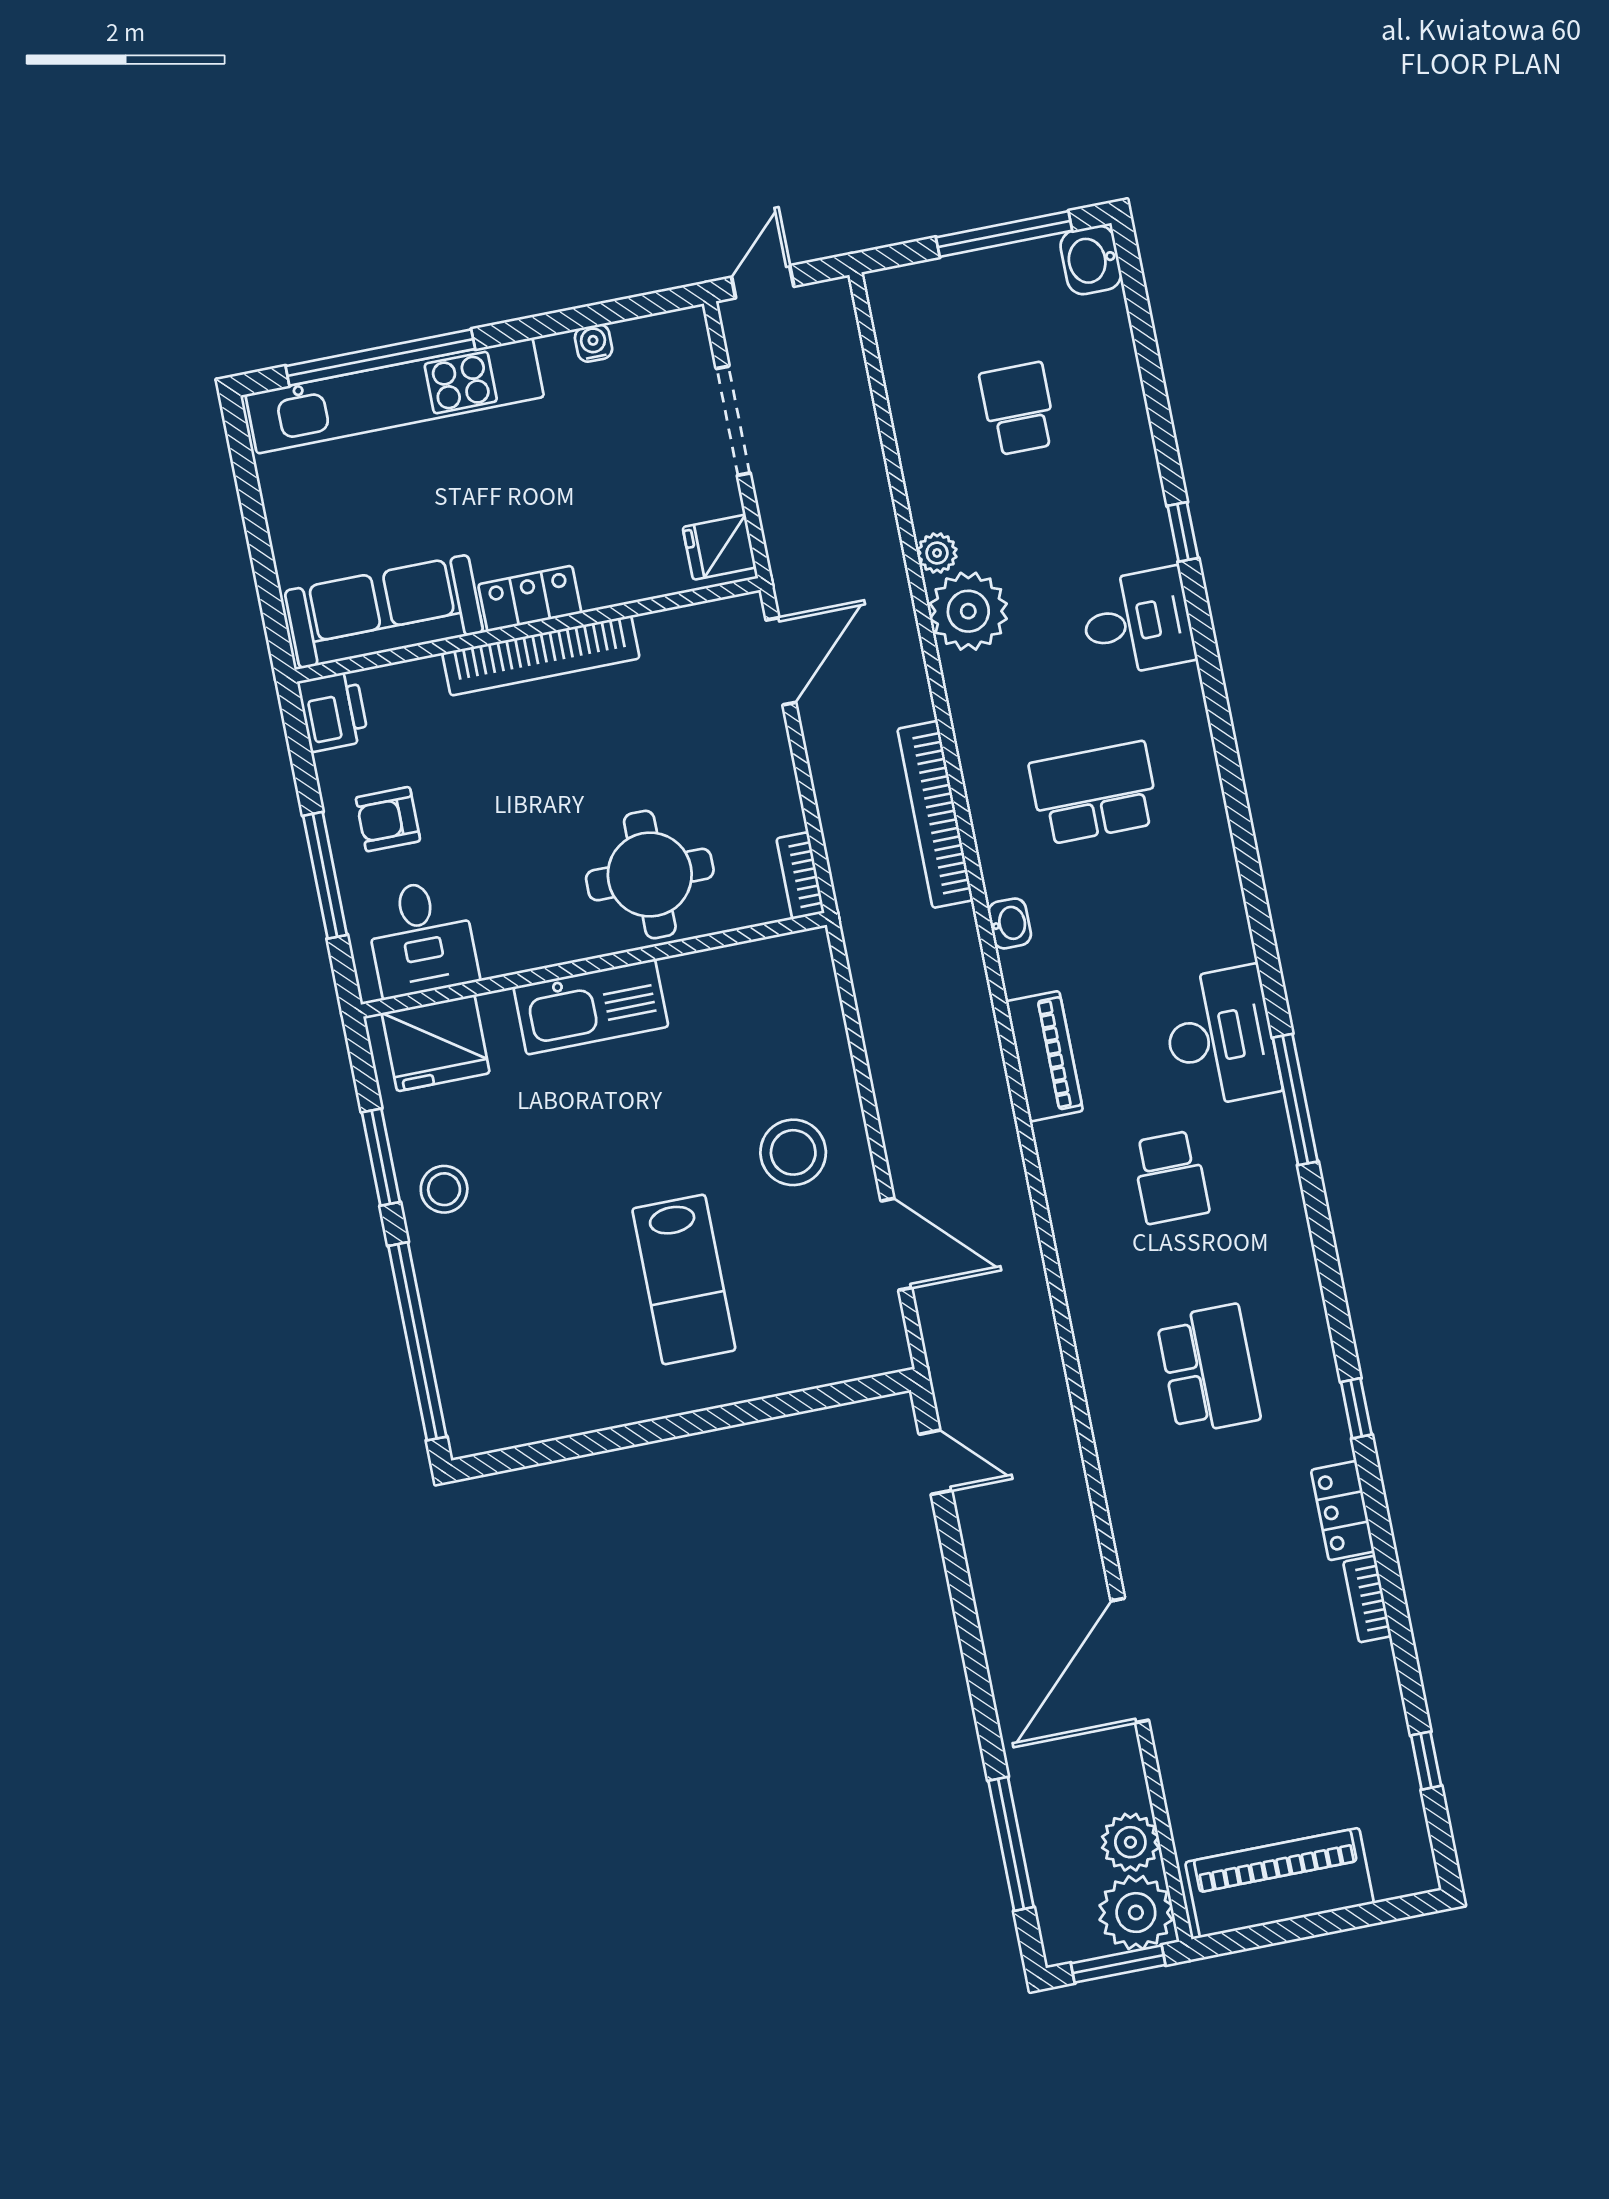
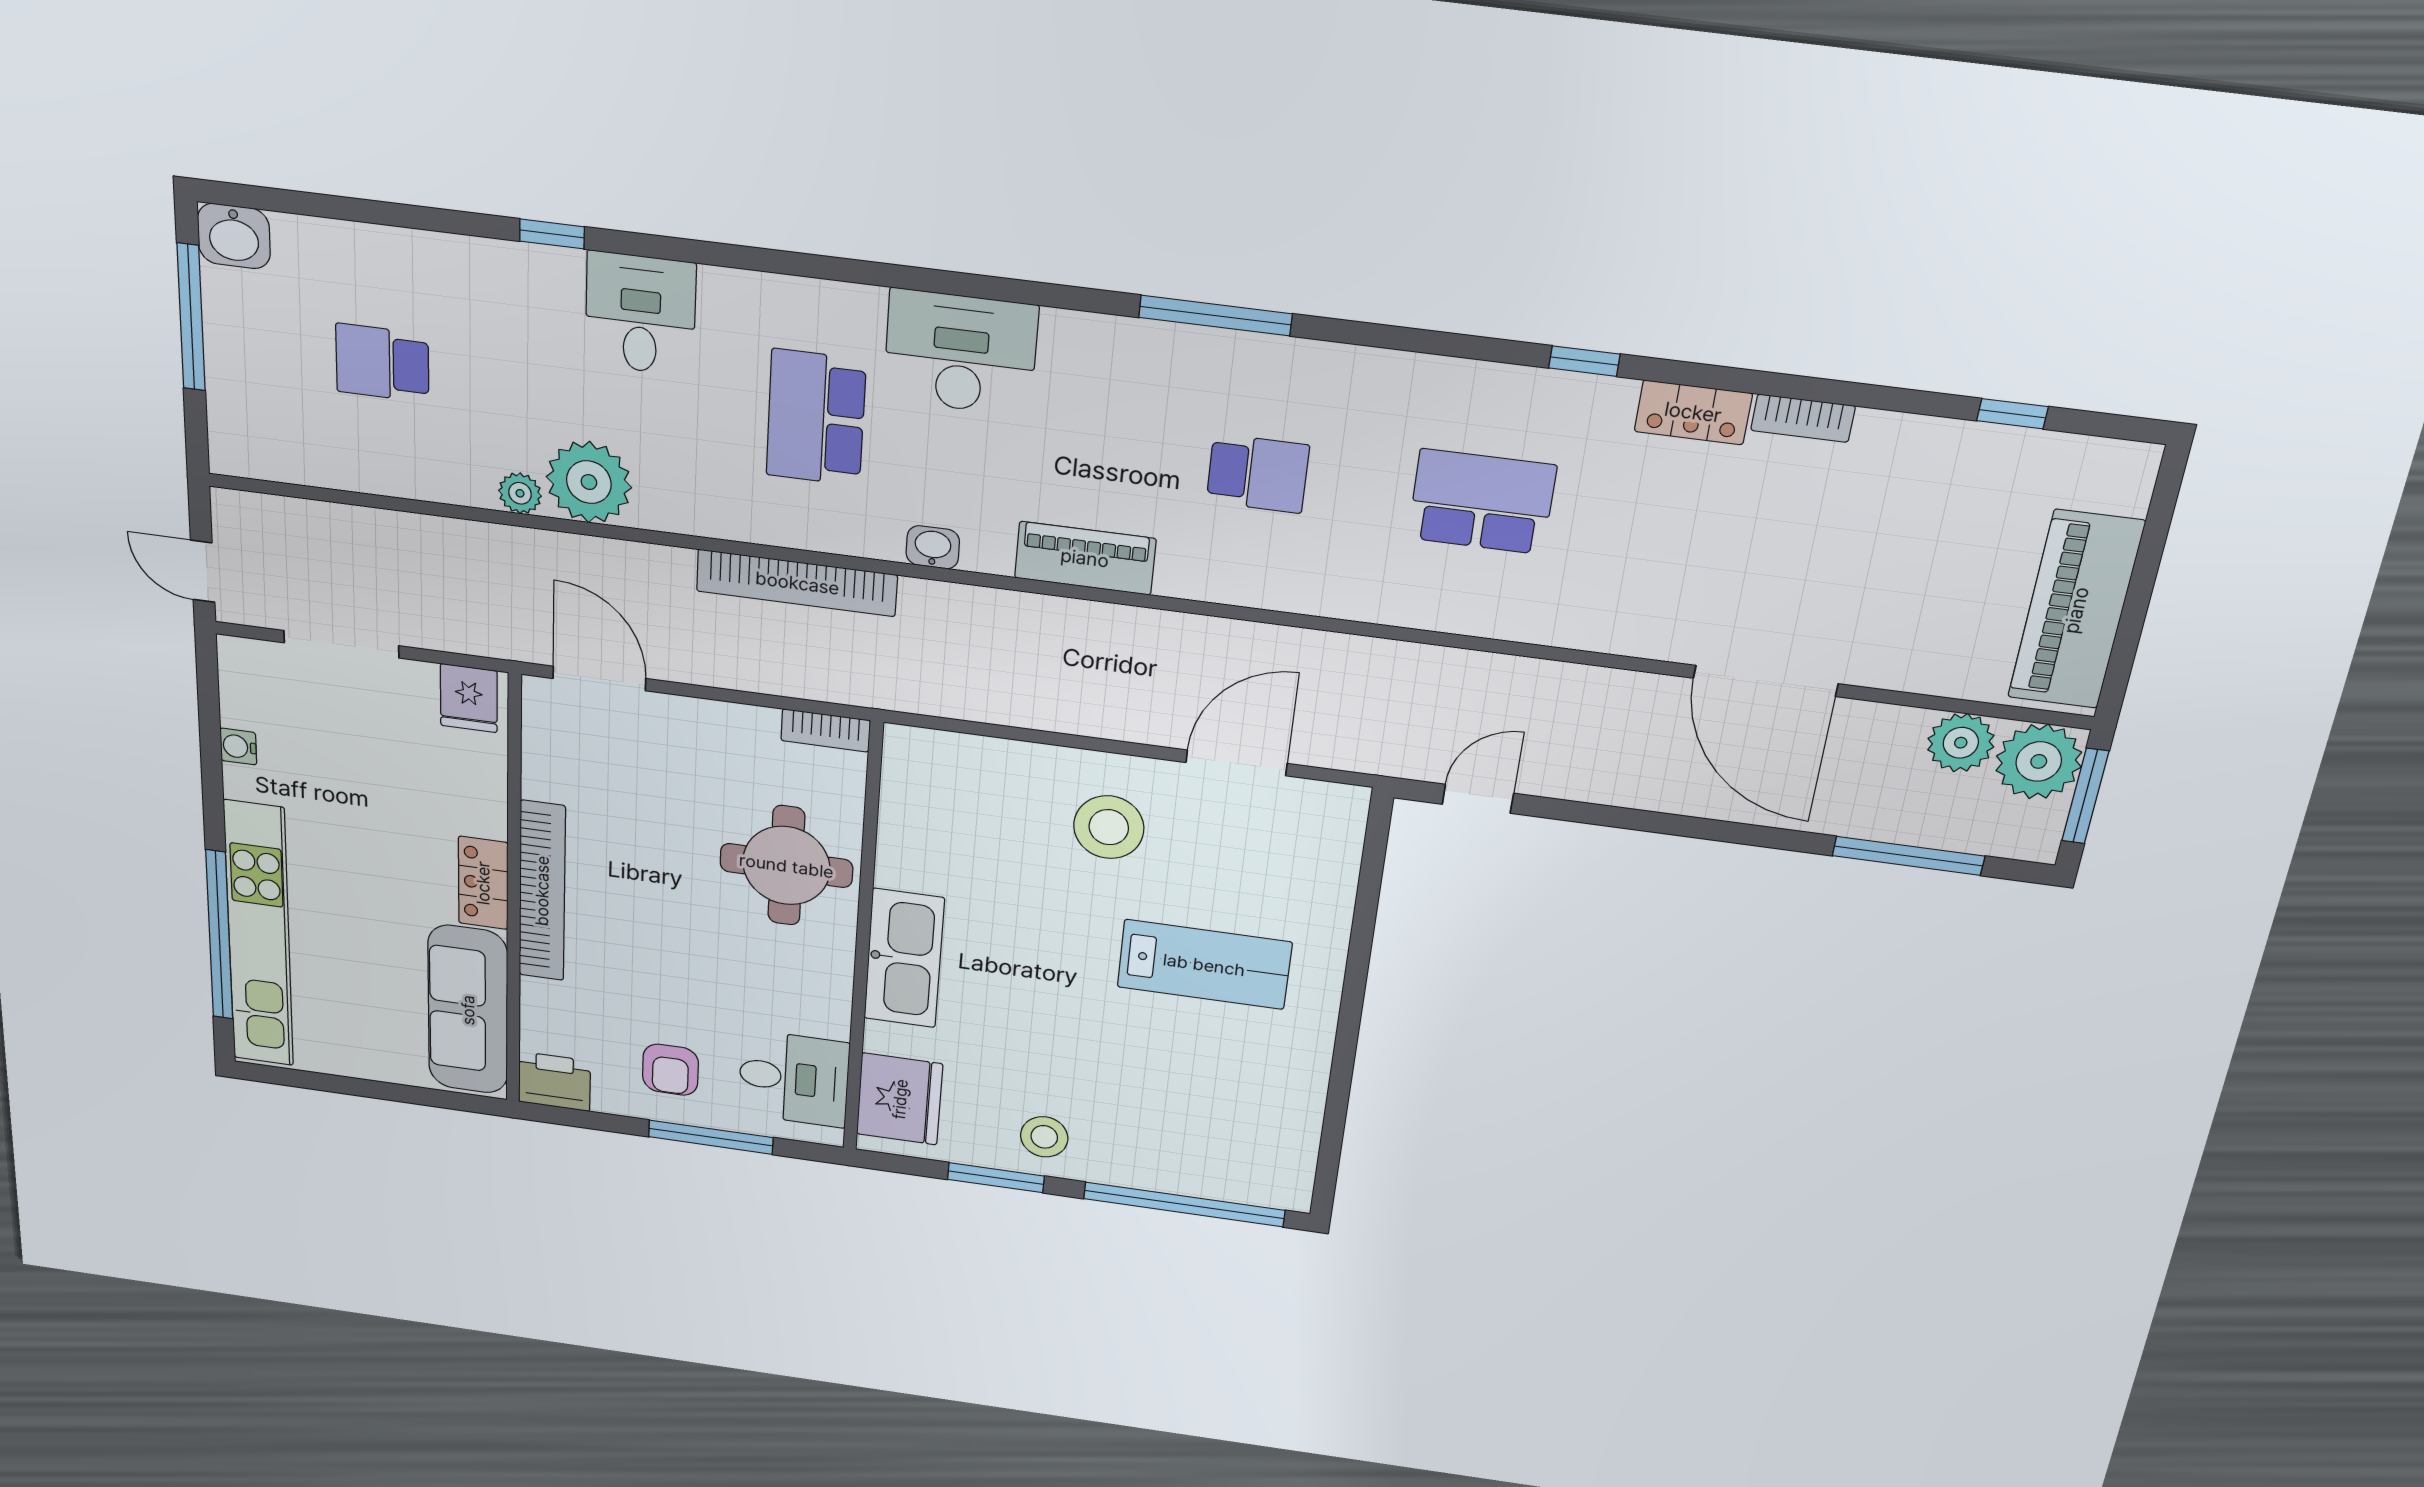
desk: (1220, 1037) -> (961, 353), moved

